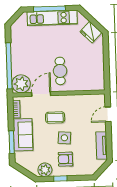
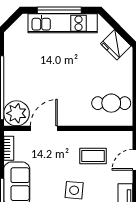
cafe table: (60, 71) -> (111, 103), moved, turned 90
coffee table: (55, 117) -> (93, 156), moved

